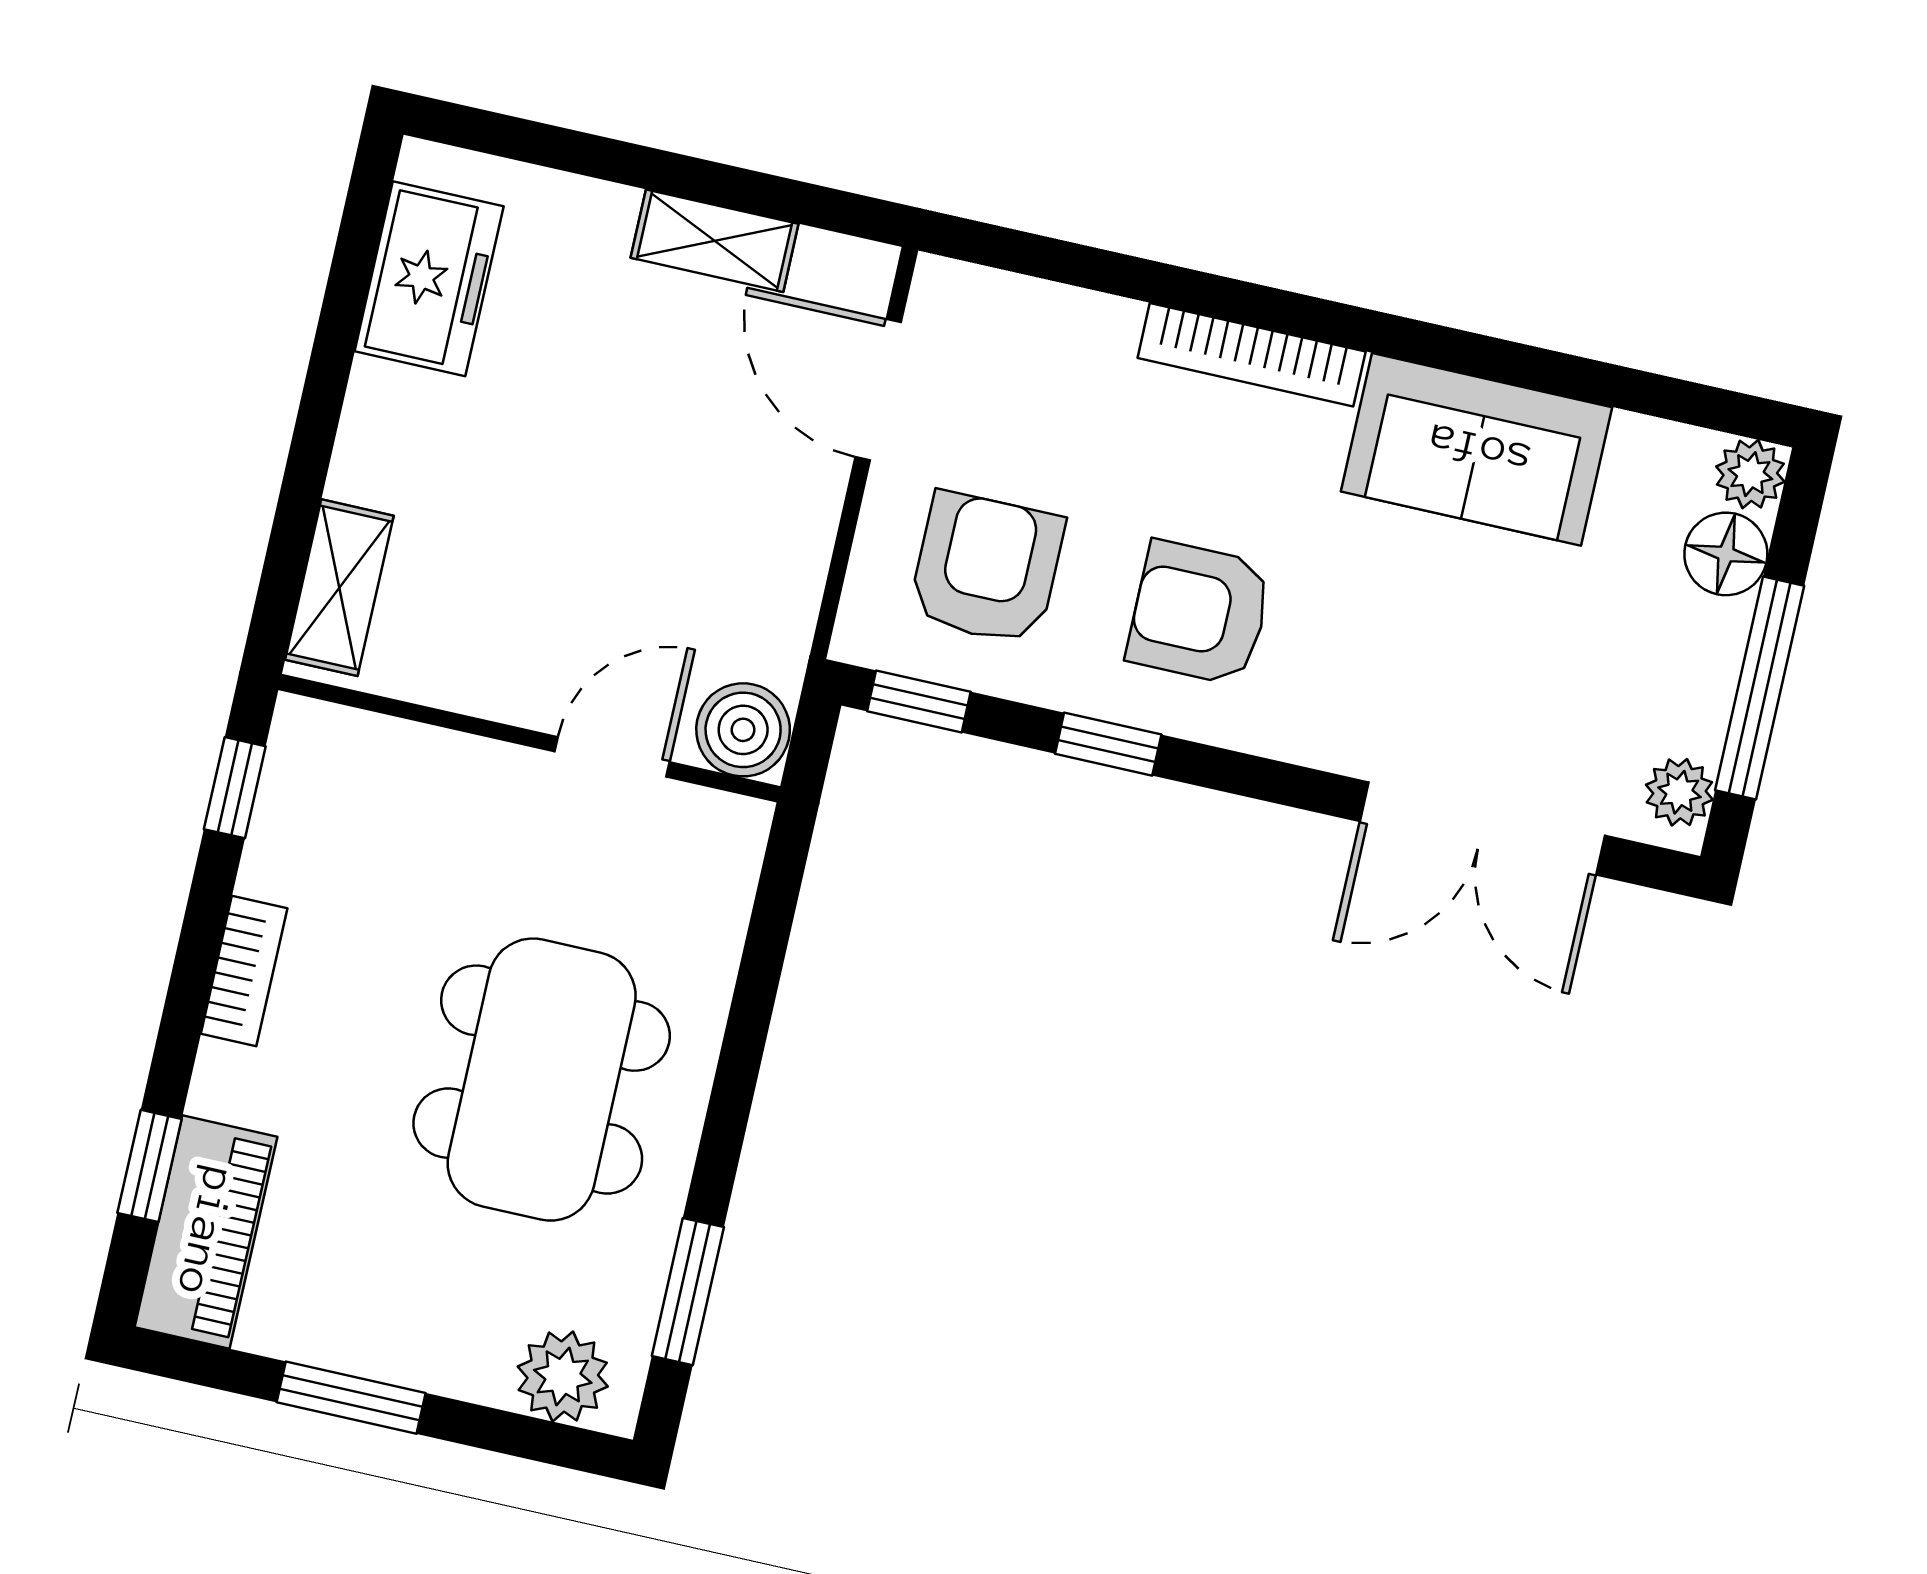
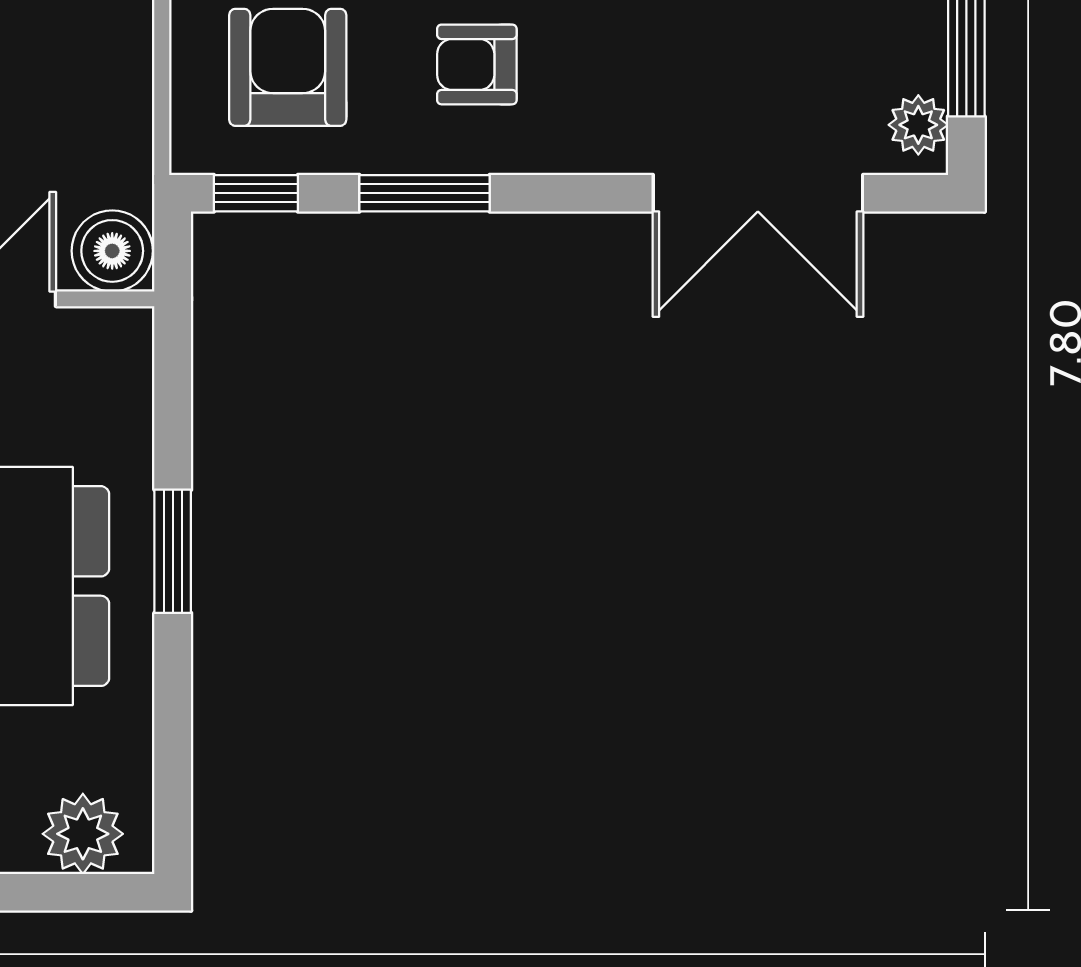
armchair: (1199, 613) -> (477, 64), width x0.72, depth x0.72
window: (1108, 744) -> (425, 193), width x1.50
window: (688, 1292) -> (173, 551), moved

